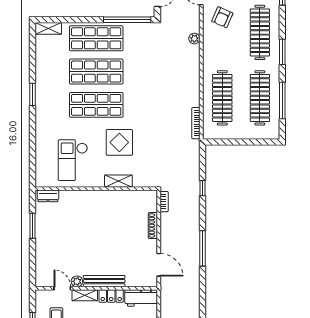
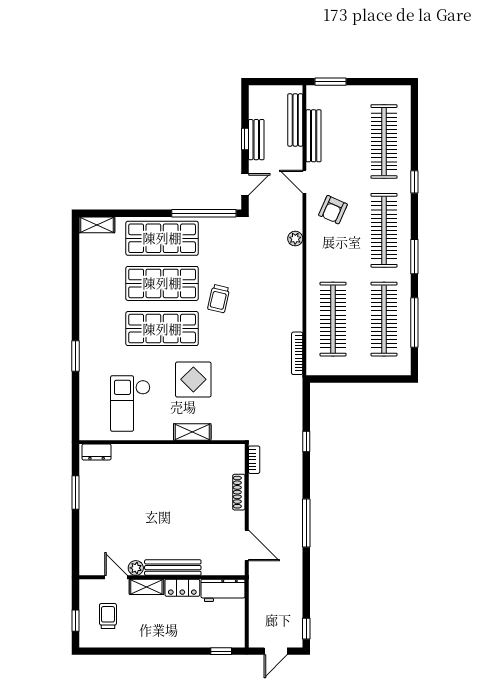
trolley: (138, 83) -> (219, 299), added
window: (32, 94) -> (76, 356), moved

